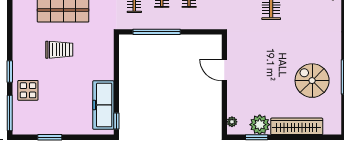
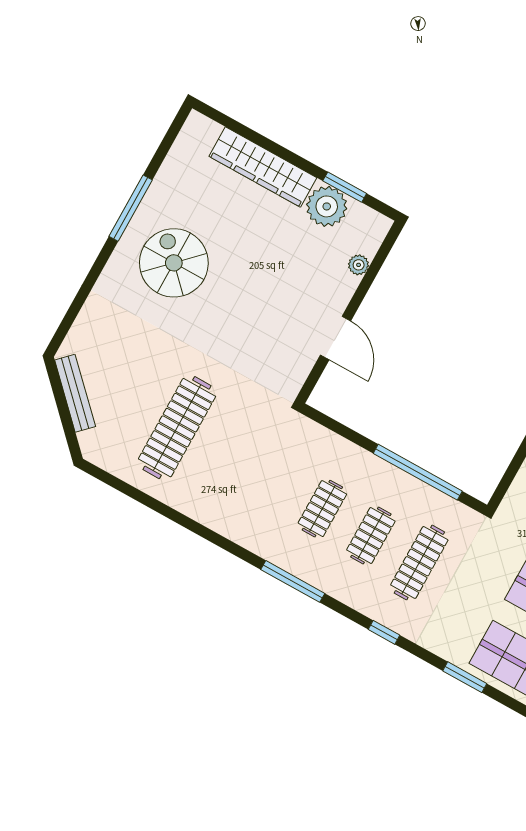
spiral stairs: (312, 81) -> (174, 263), moved, turned 180
plant: (232, 122) -> (359, 265), moved

